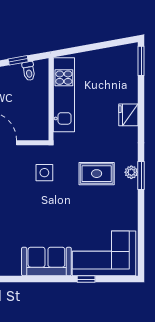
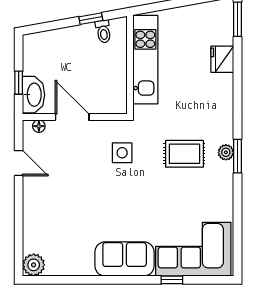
fridge: (128, 115) -> (222, 59), moved

